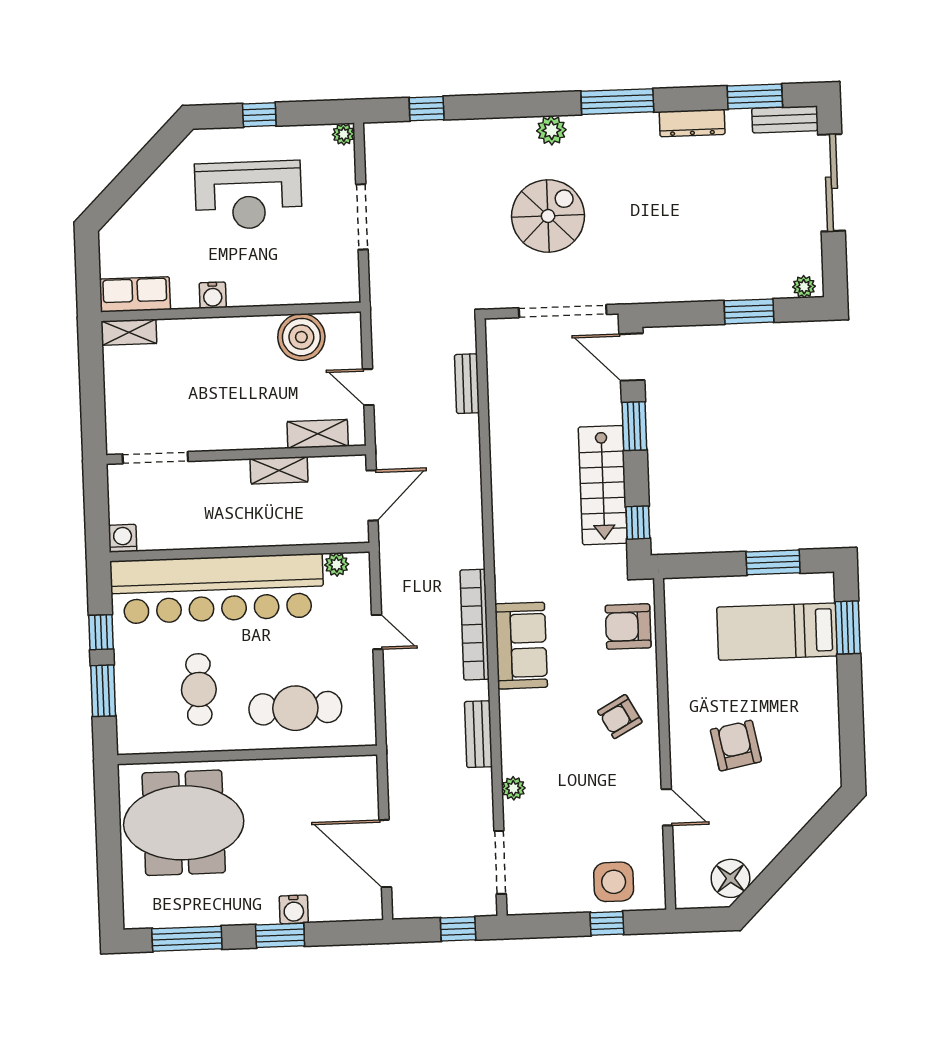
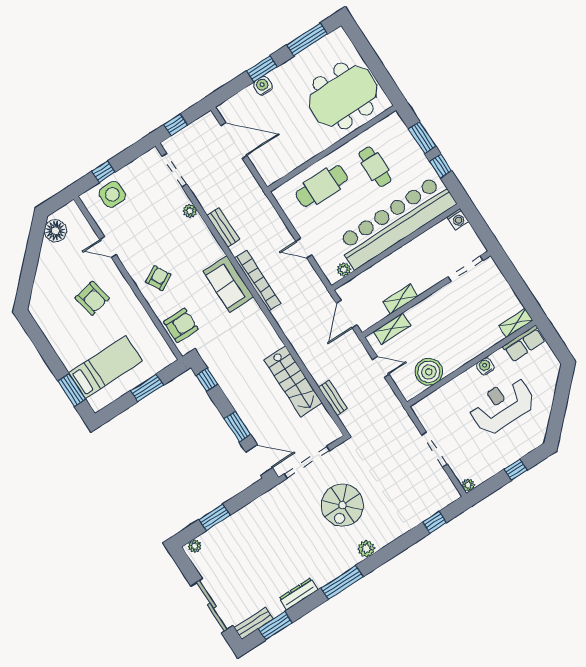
reception desk: (248, 195) -> (502, 405), moved
stairs: (603, 485) -> (293, 381), moved, turned 180
window: (773, 562) -> (147, 388), moved

